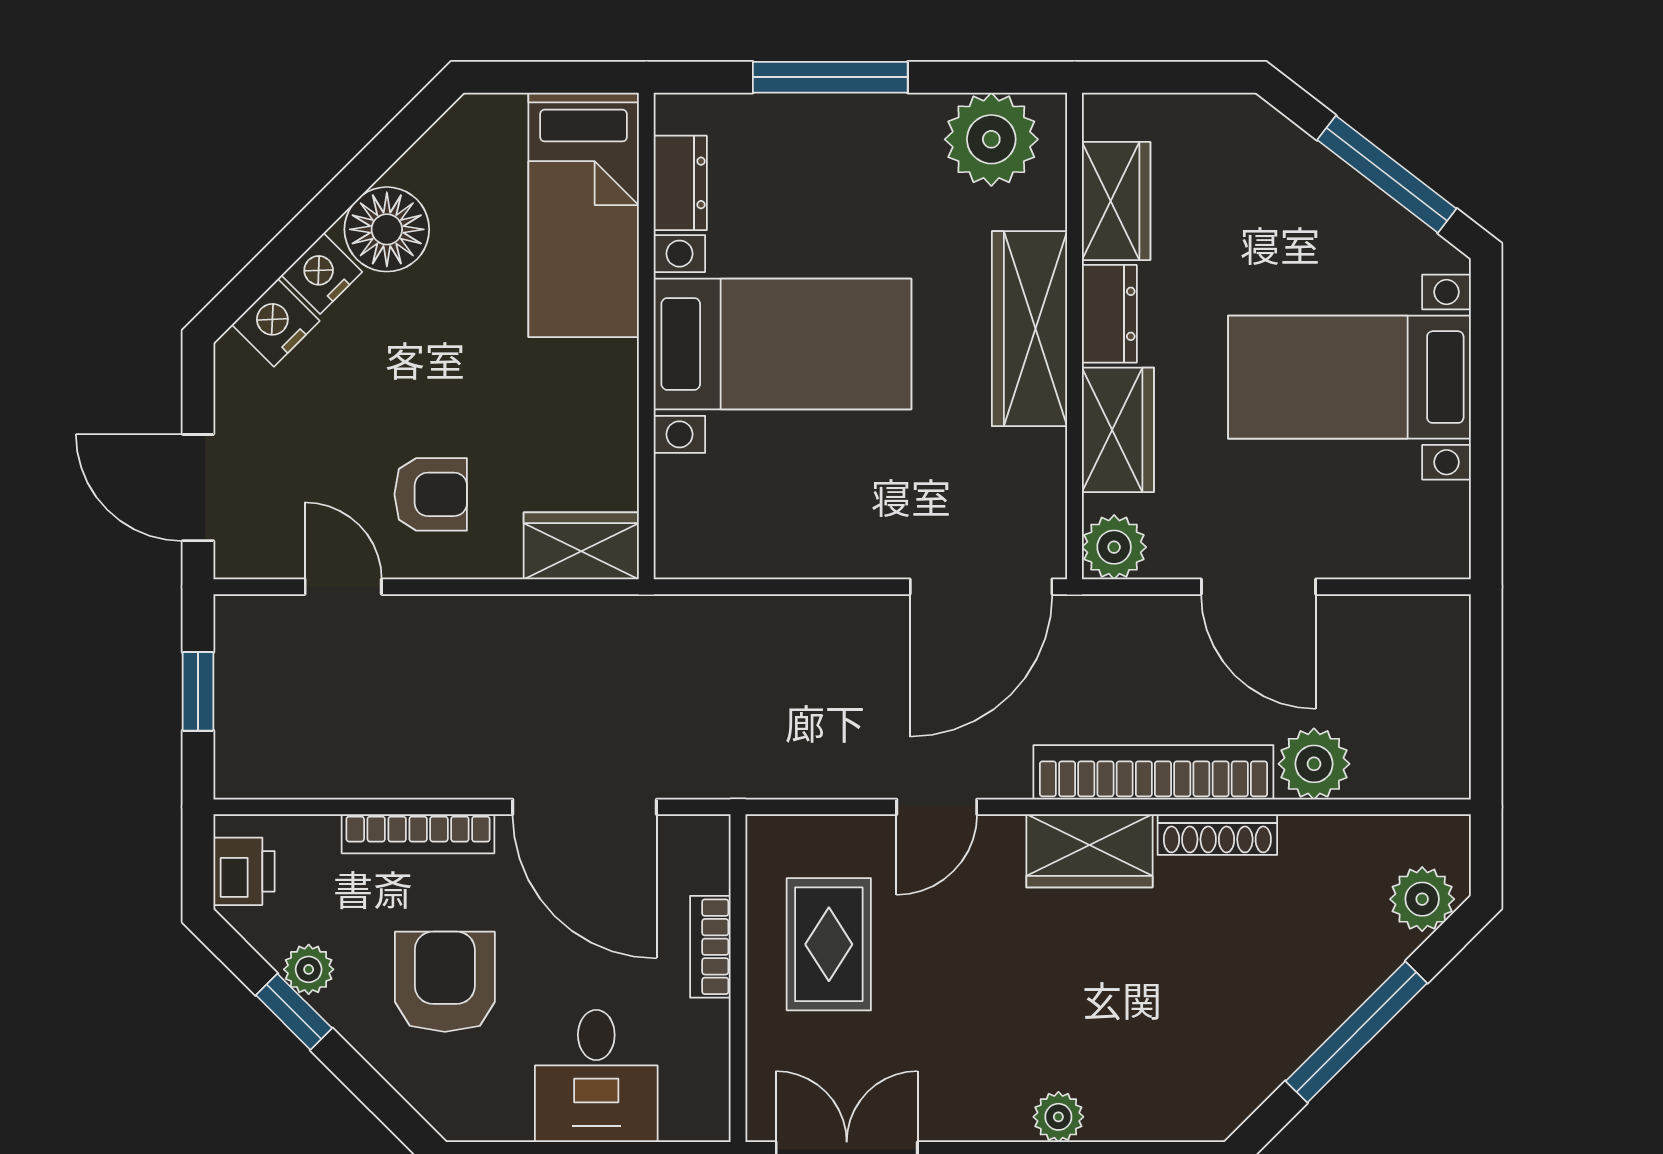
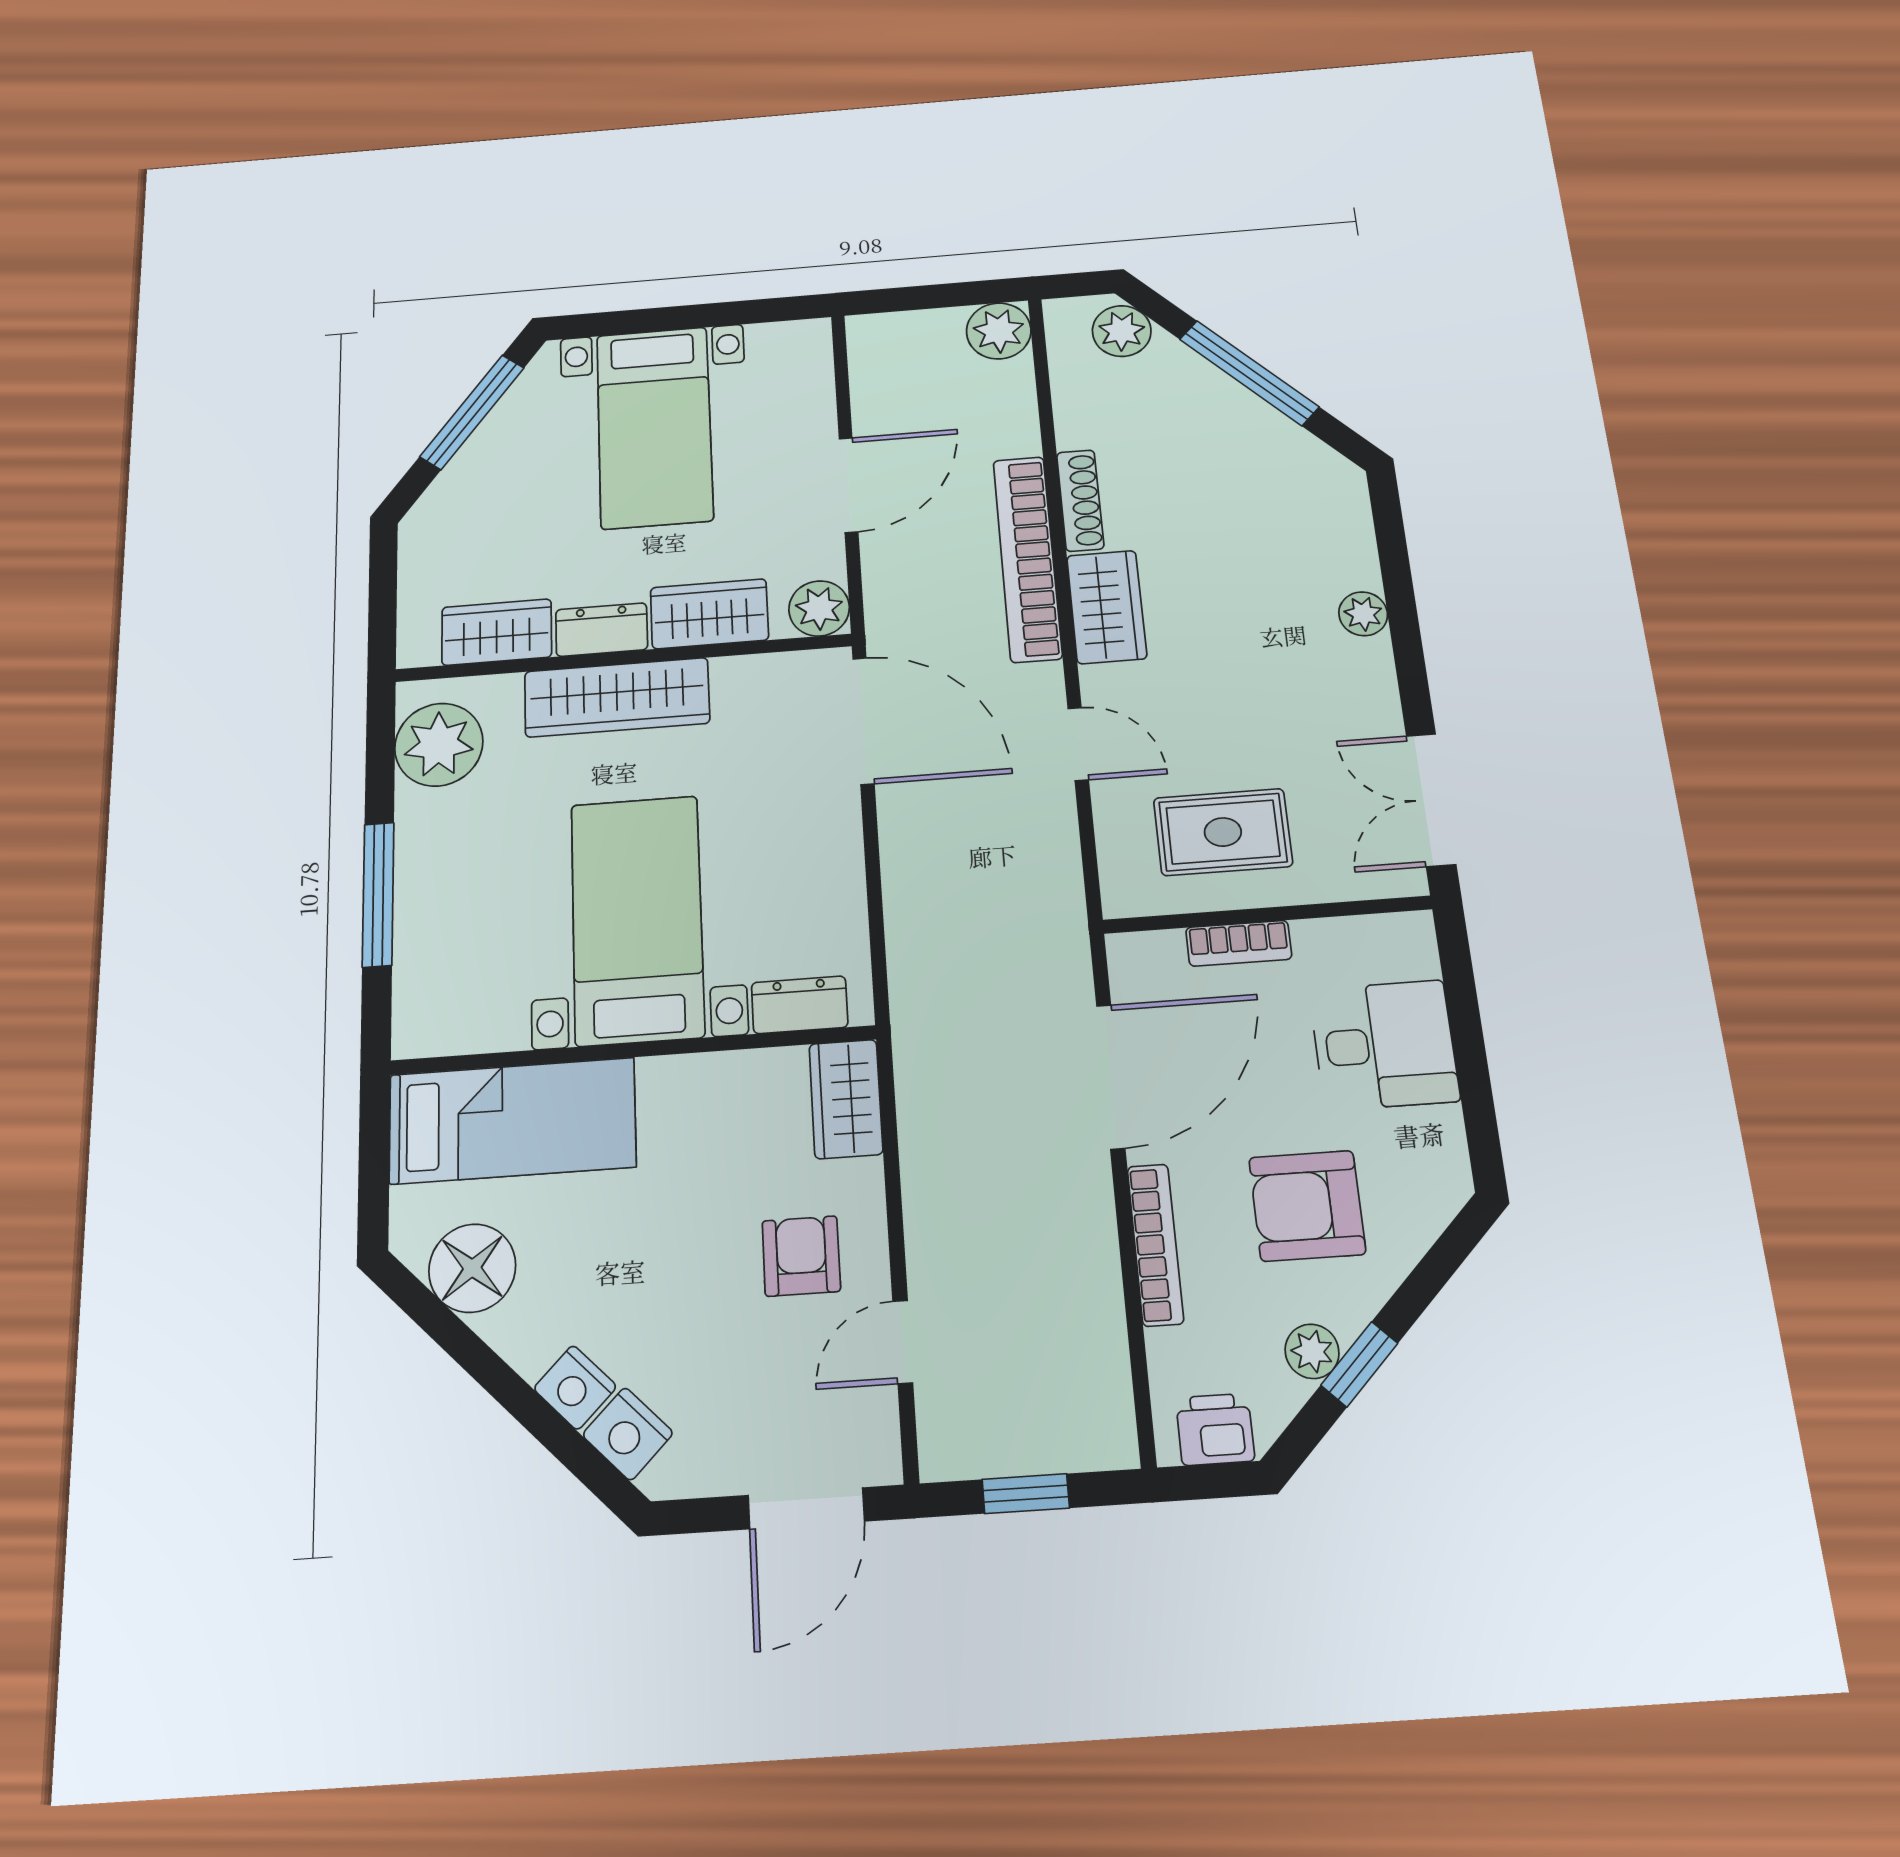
dresser: (680, 183) -> (800, 1005), moved
floor lamp: (387, 229) -> (472, 1268), moved
plant: (1314, 764) -> (999, 331), moved

